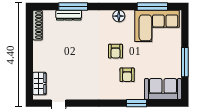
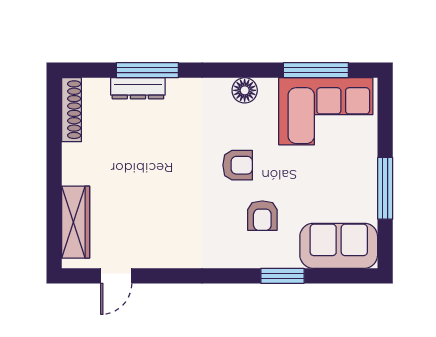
armchair: (116, 51) -> (238, 165), turned -90
wardrobe: (39, 84) -> (76, 222), width x1.50

